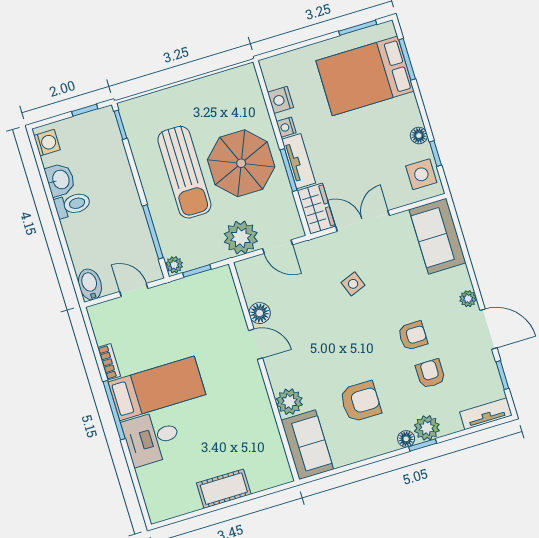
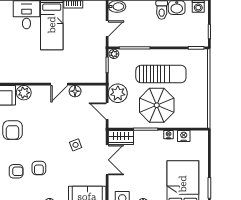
tv unit: (299, 161) -> (149, 136), removed
sun lounger: (184, 172) -> (161, 74), turned 180
door: (278, 247) -> (107, 111), hinge flipped

